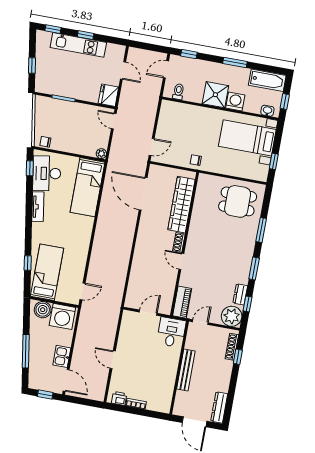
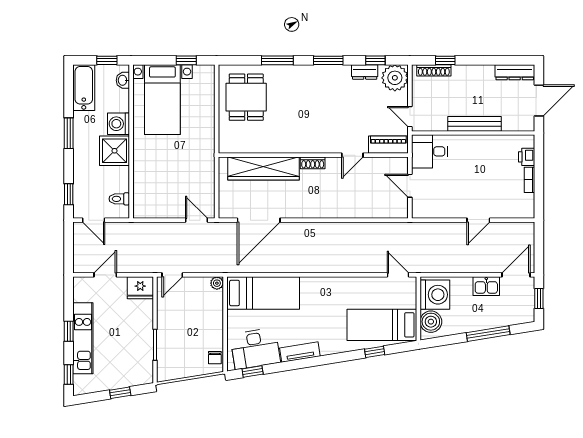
chair: (196, 160) -> (203, 161), removed
door: (181, 261) -> (352, 155), moved
printer: (119, 398) -> (527, 157), moved

